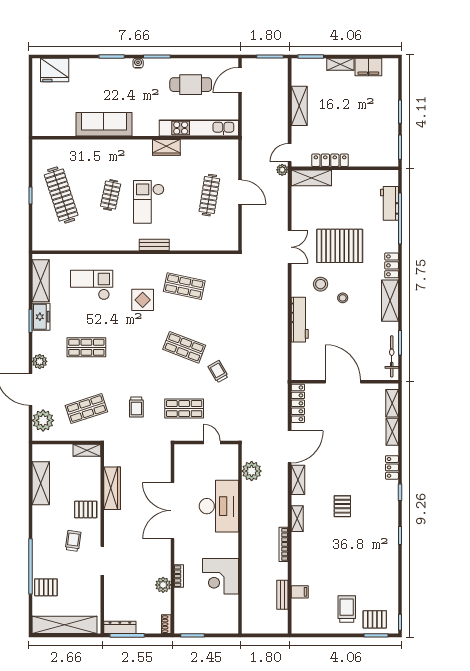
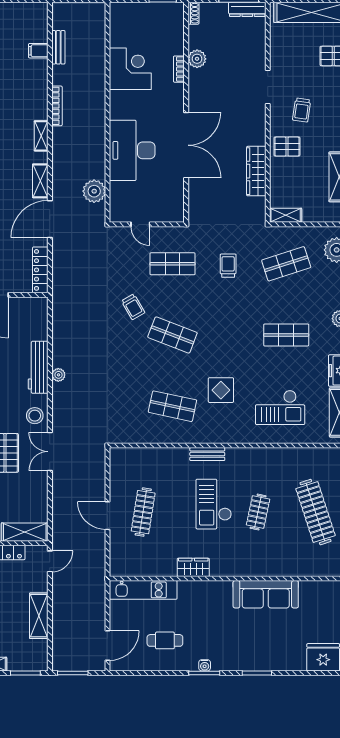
water cooler: (138, 63) -> (205, 665), moved
cafe table: (191, 85) -> (165, 640), width x0.73, depth x0.74
kitchen unit: (199, 128) -> (143, 590), width x0.73
plant: (282, 170) -> (58, 375), moved
checkout: (149, 202) -> (214, 504), turned 180
stool: (321, 284) -> (35, 416), moved

